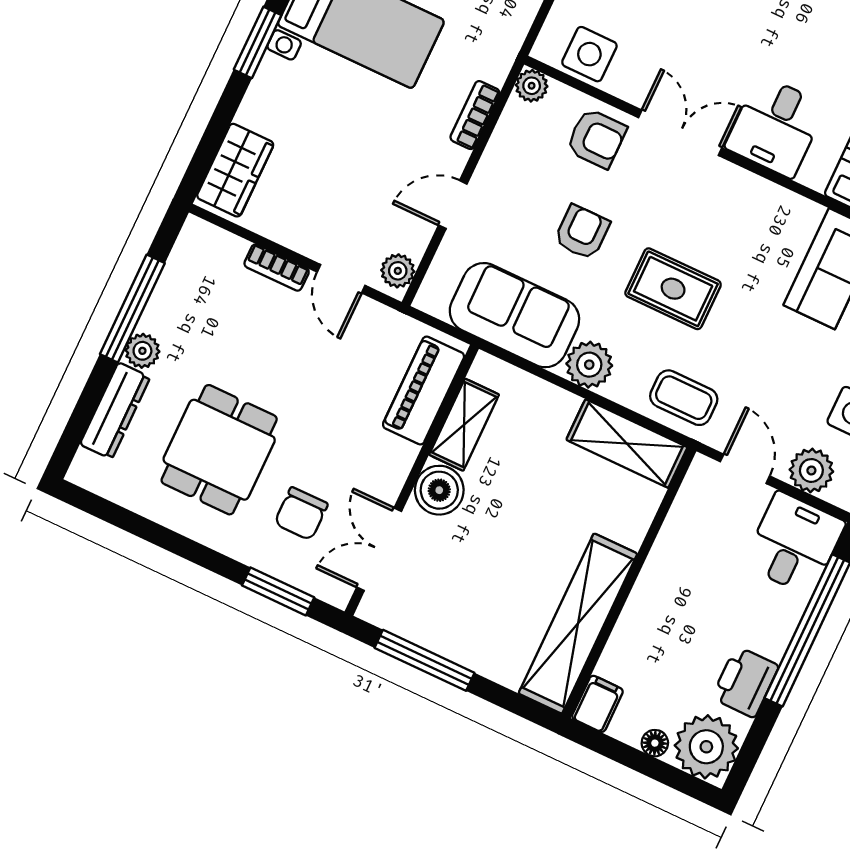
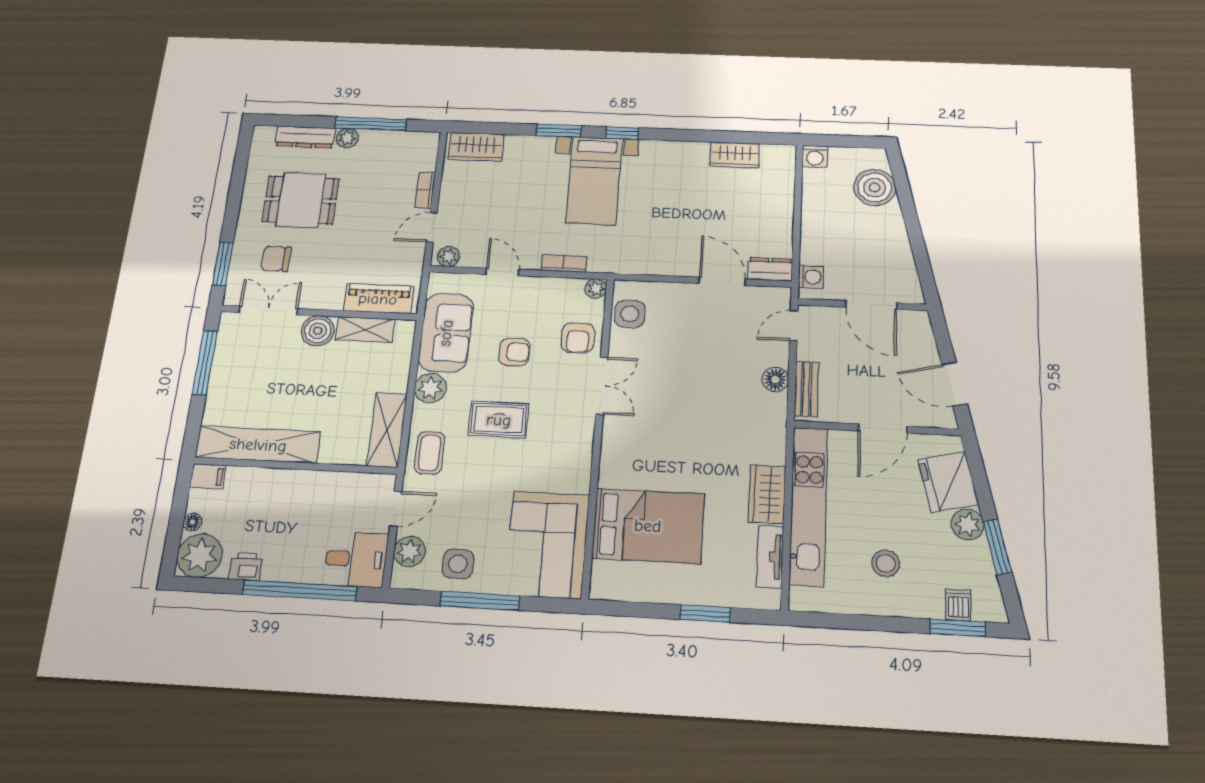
desk: (776, 126) -> (630, 442), removed
rug: (673, 289) -> (499, 420), turned 90
printer: (745, 682) -> (246, 567), width x0.73, depth x0.81

